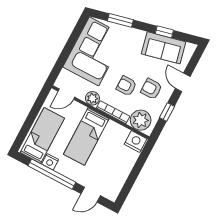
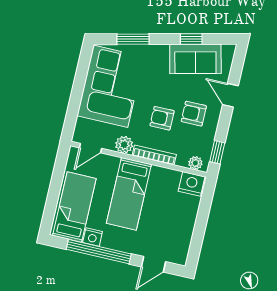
window: (167, 112) -> (217, 152), moved
plant: (141, 120) -> (195, 163), width x0.53, depth x0.53

